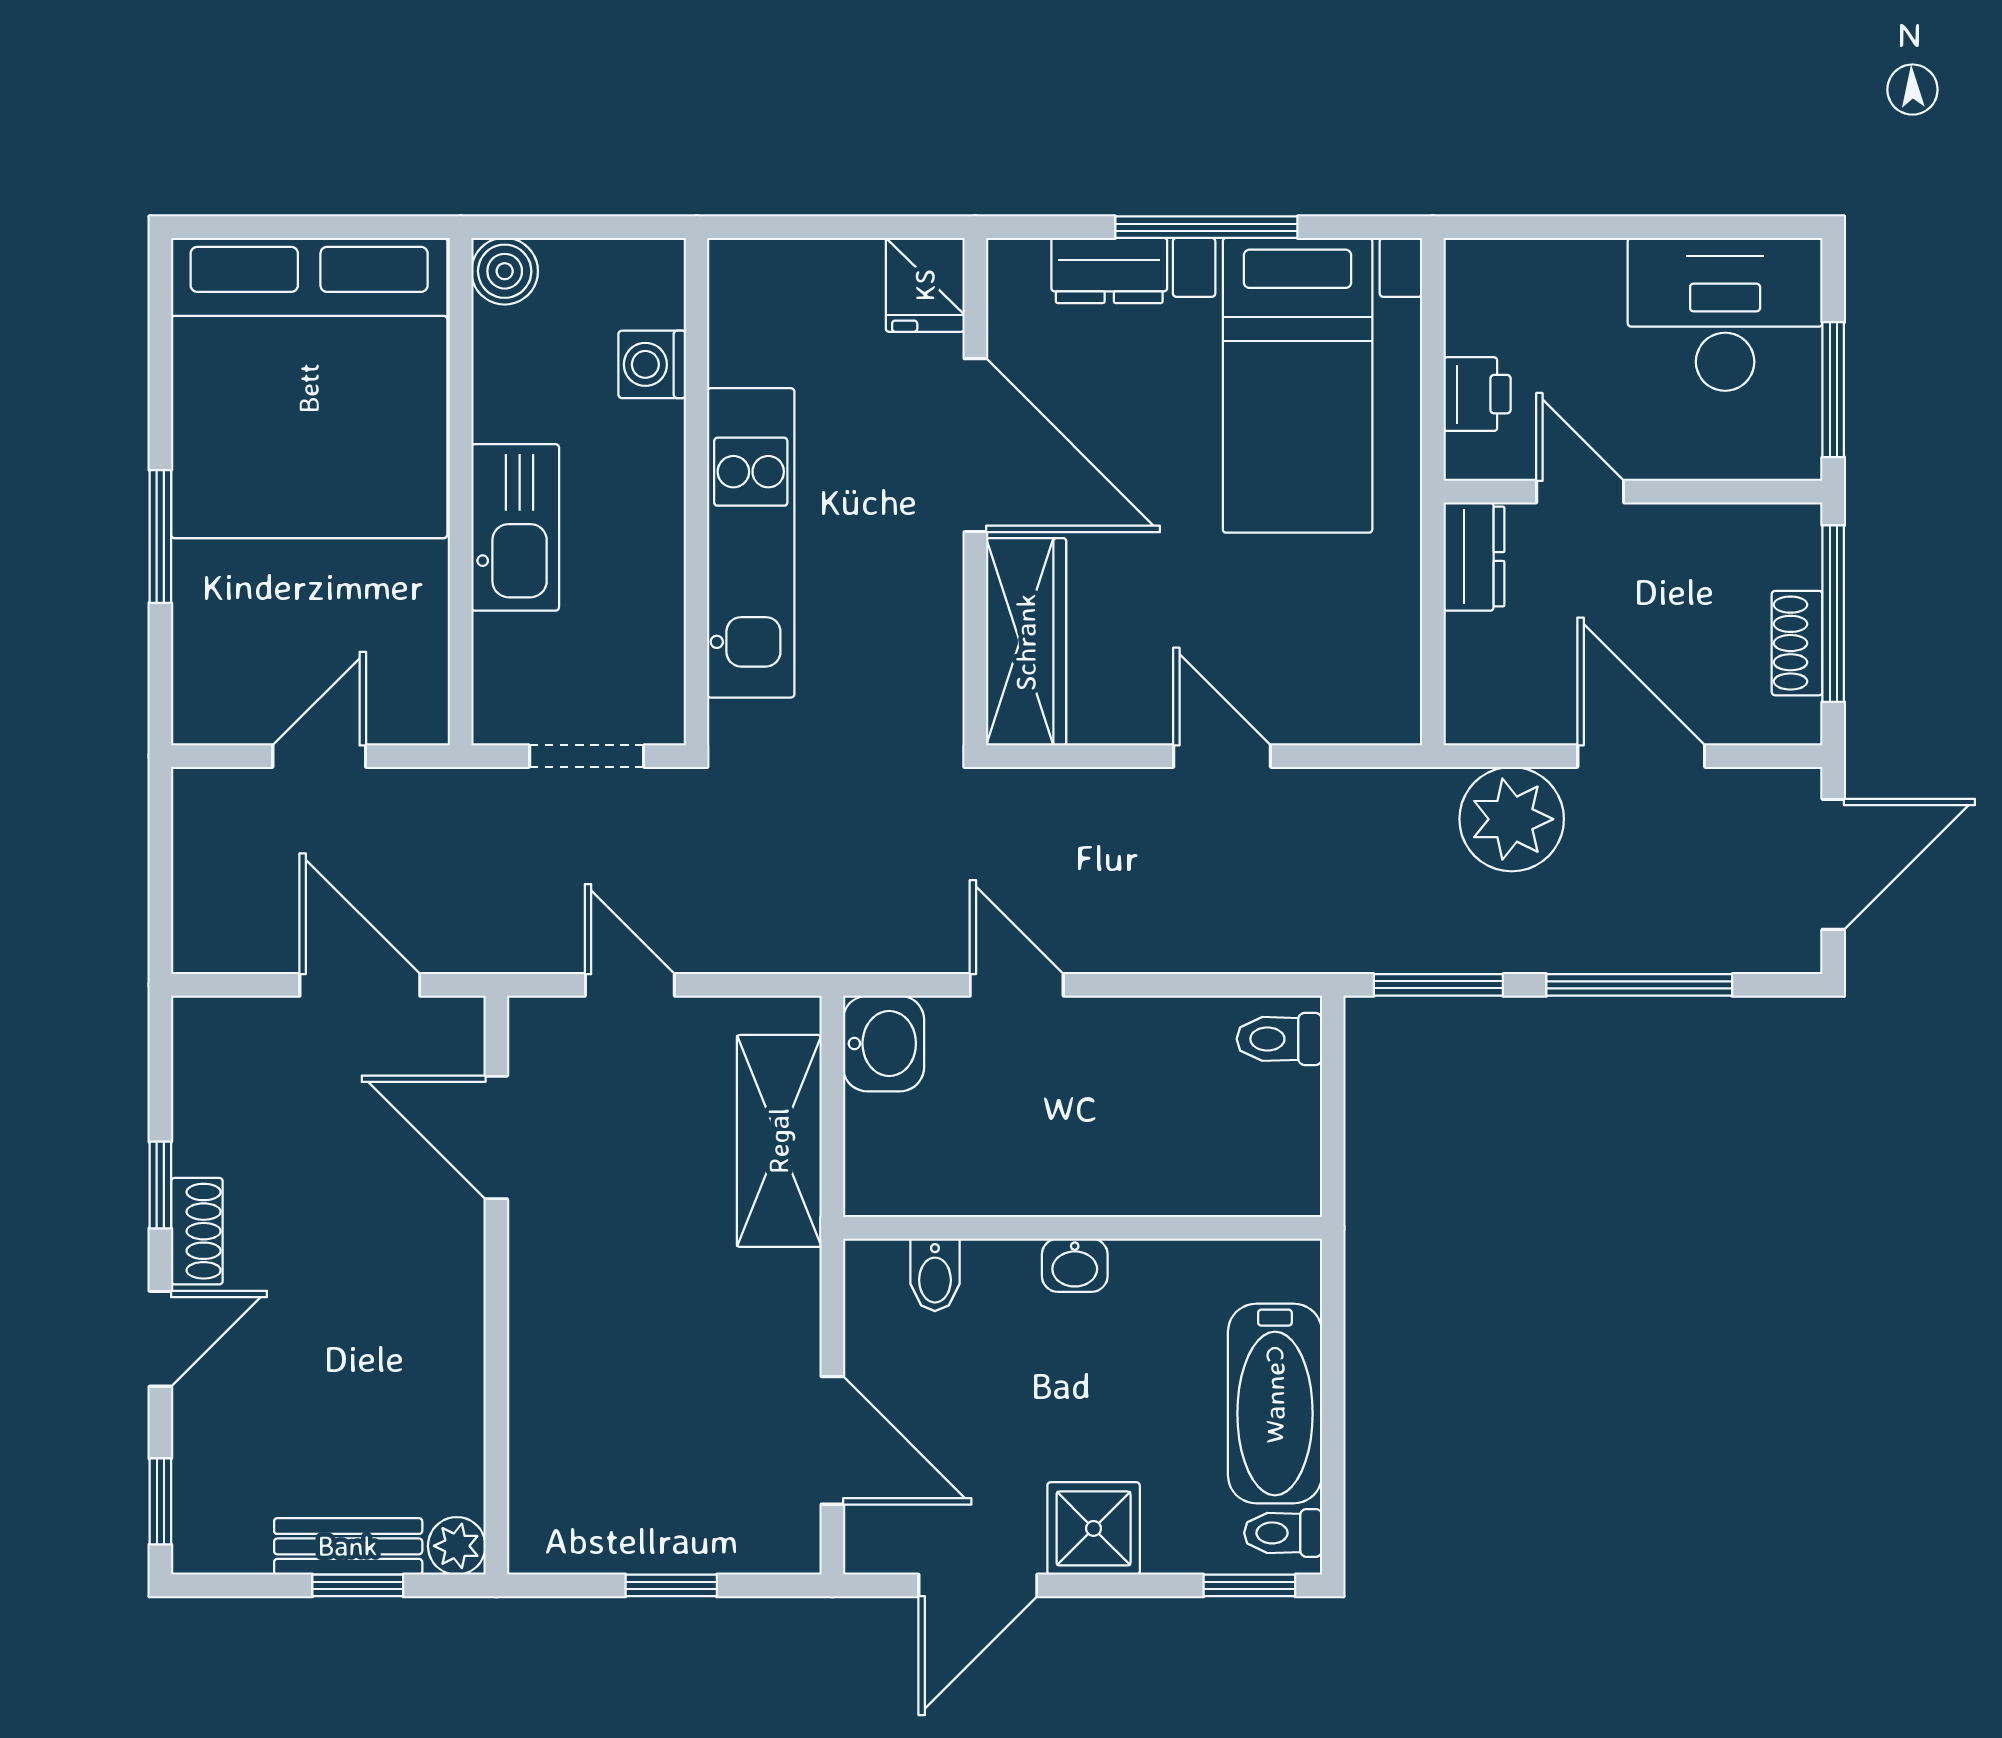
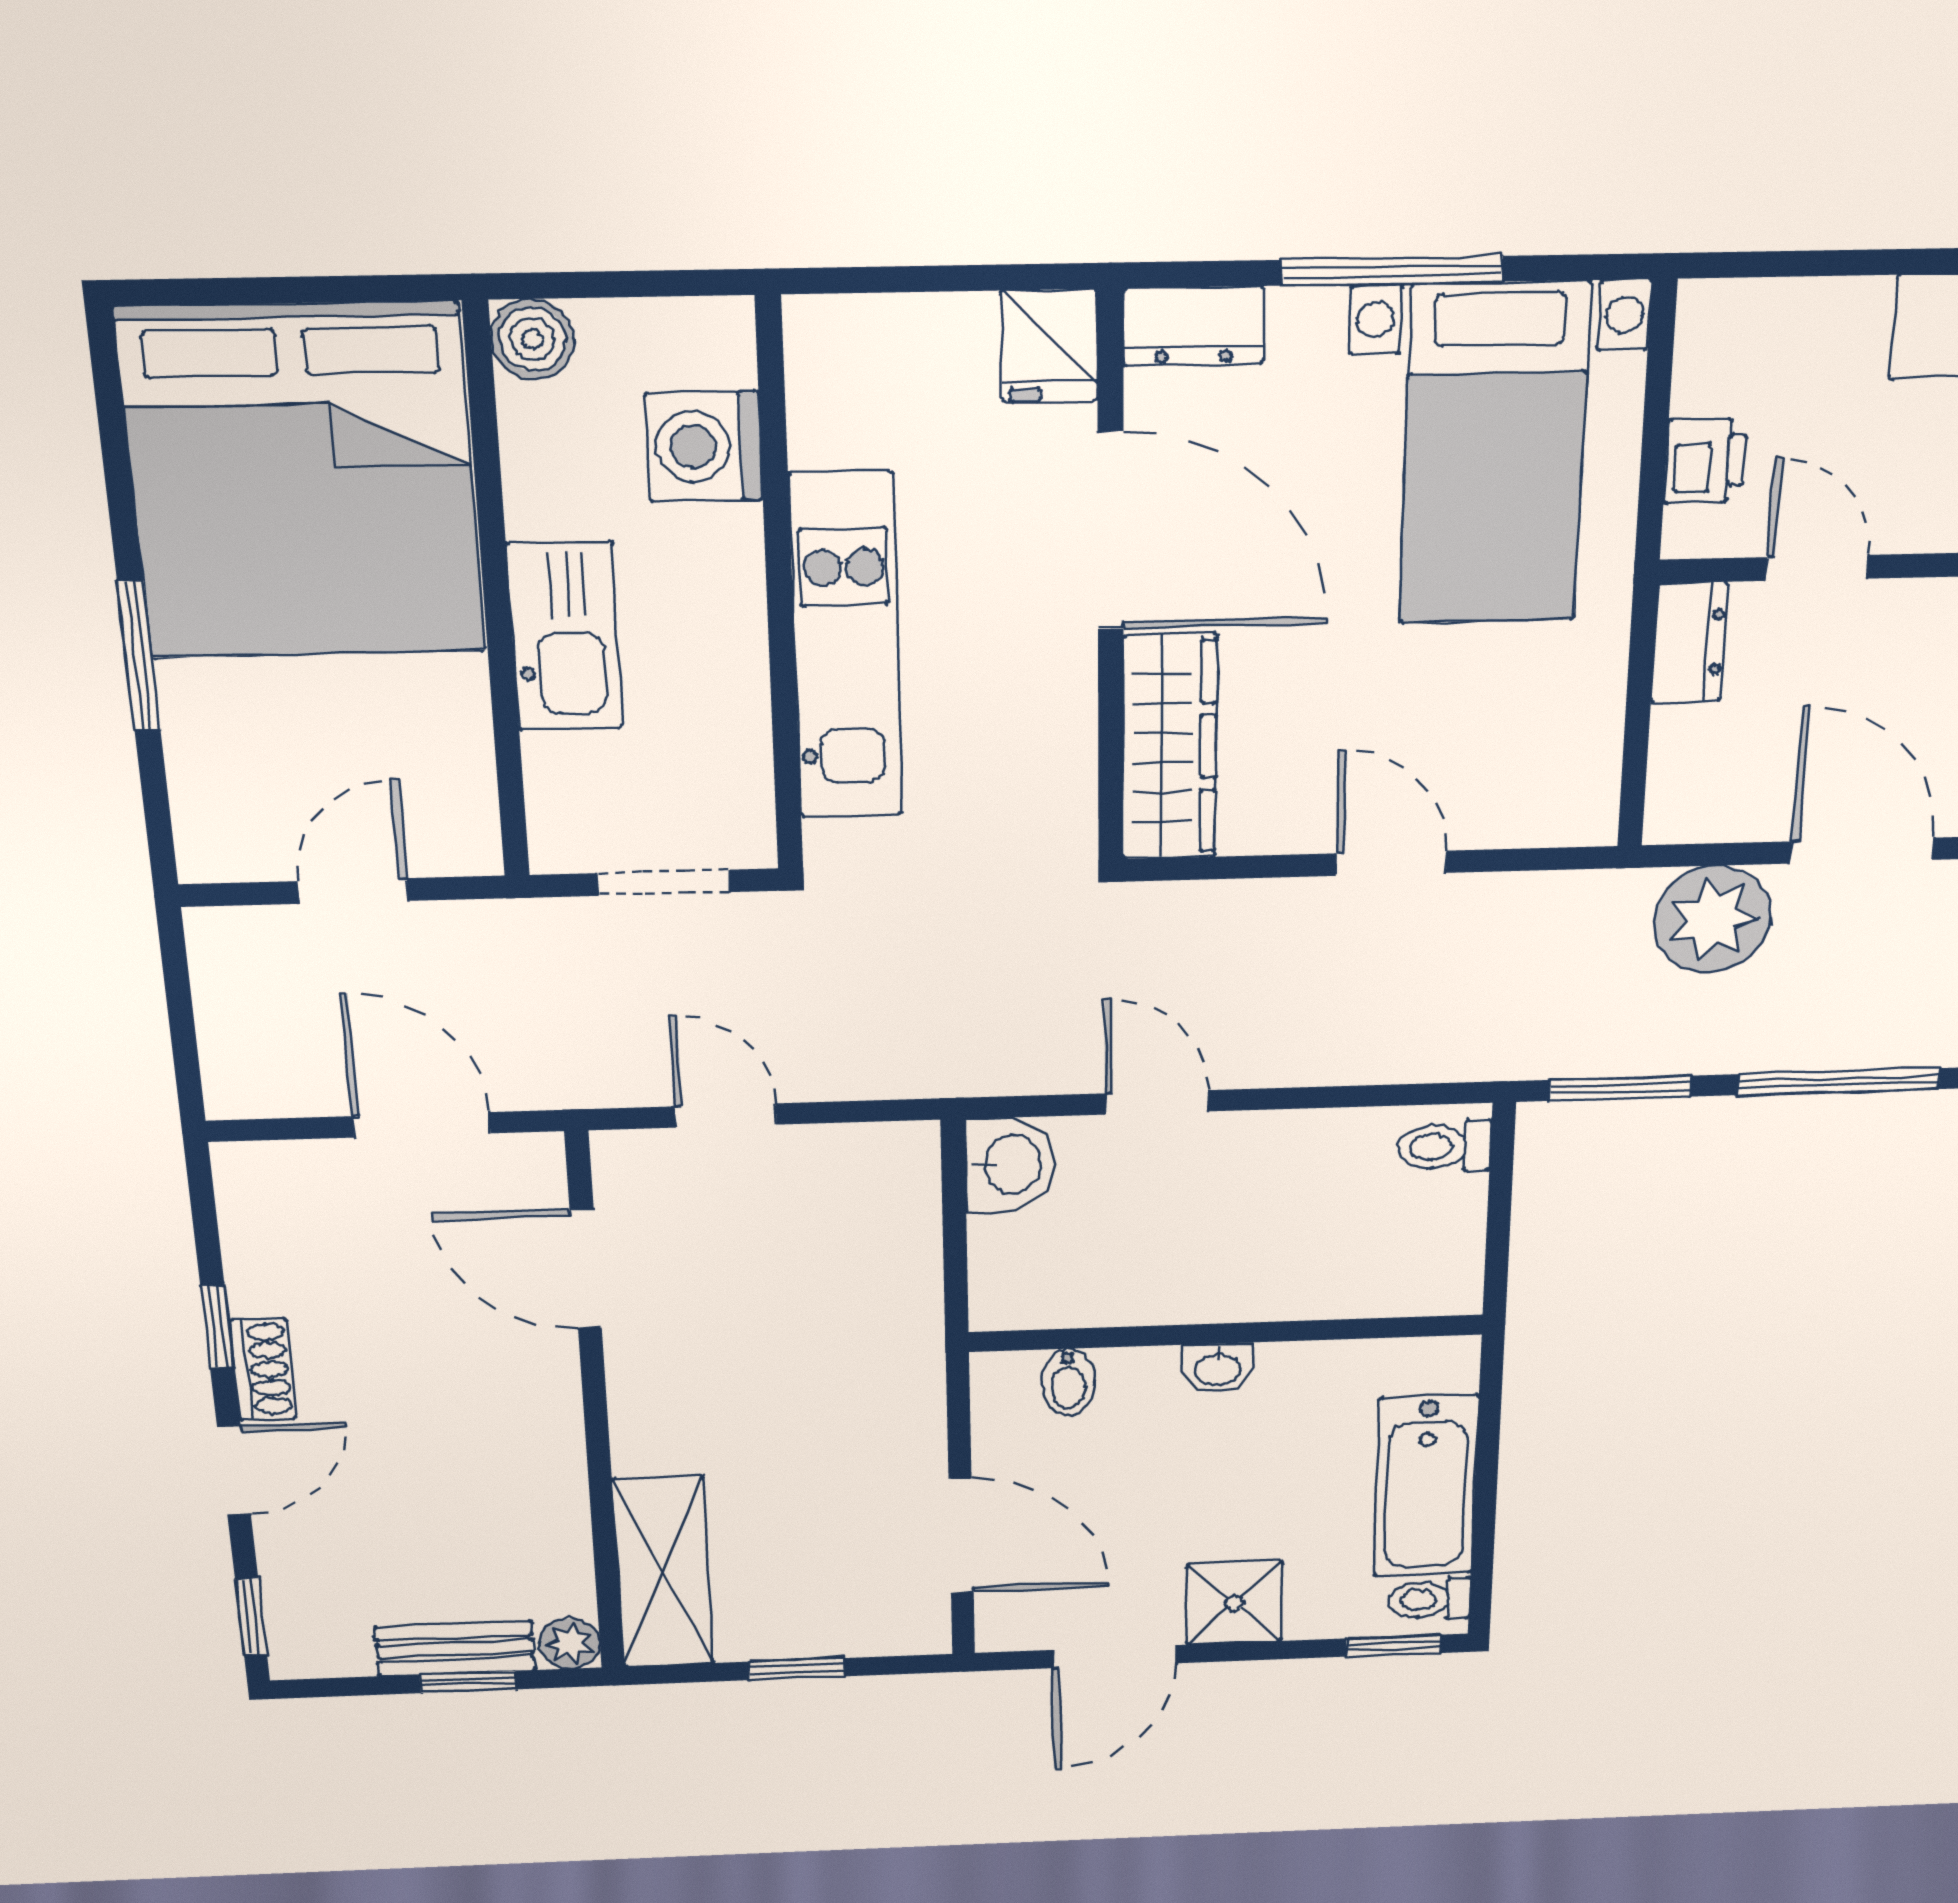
dresser: (1109, 270) -> (1194, 326), moved
washing machine: (652, 364) -> (704, 446), width x1.38, depth x1.38
shelving: (779, 1141) -> (663, 1572), moved

